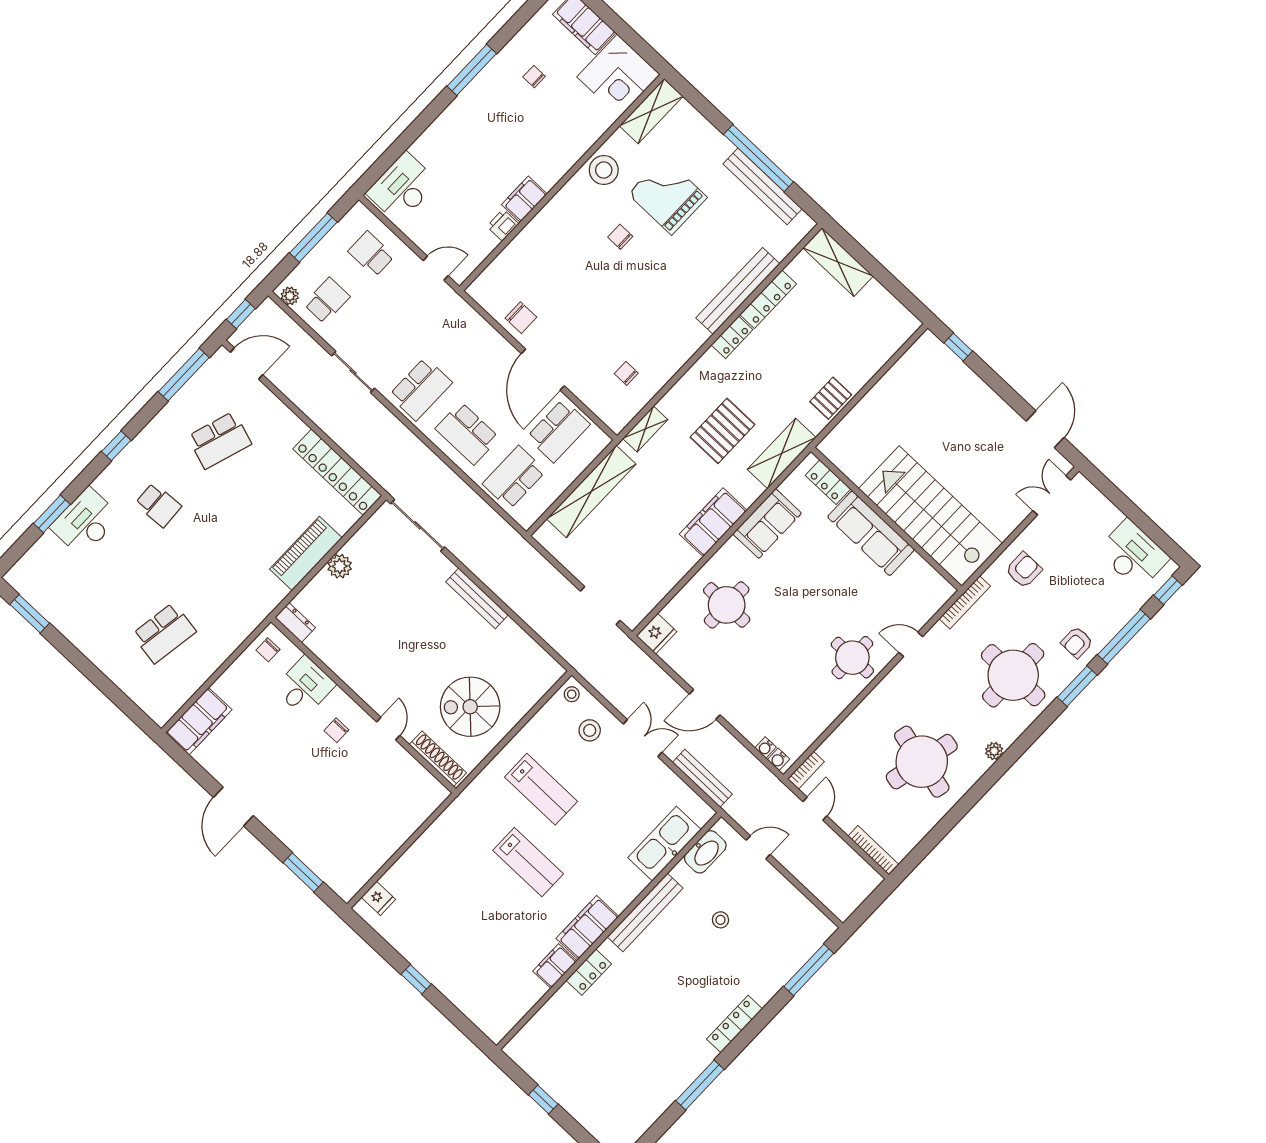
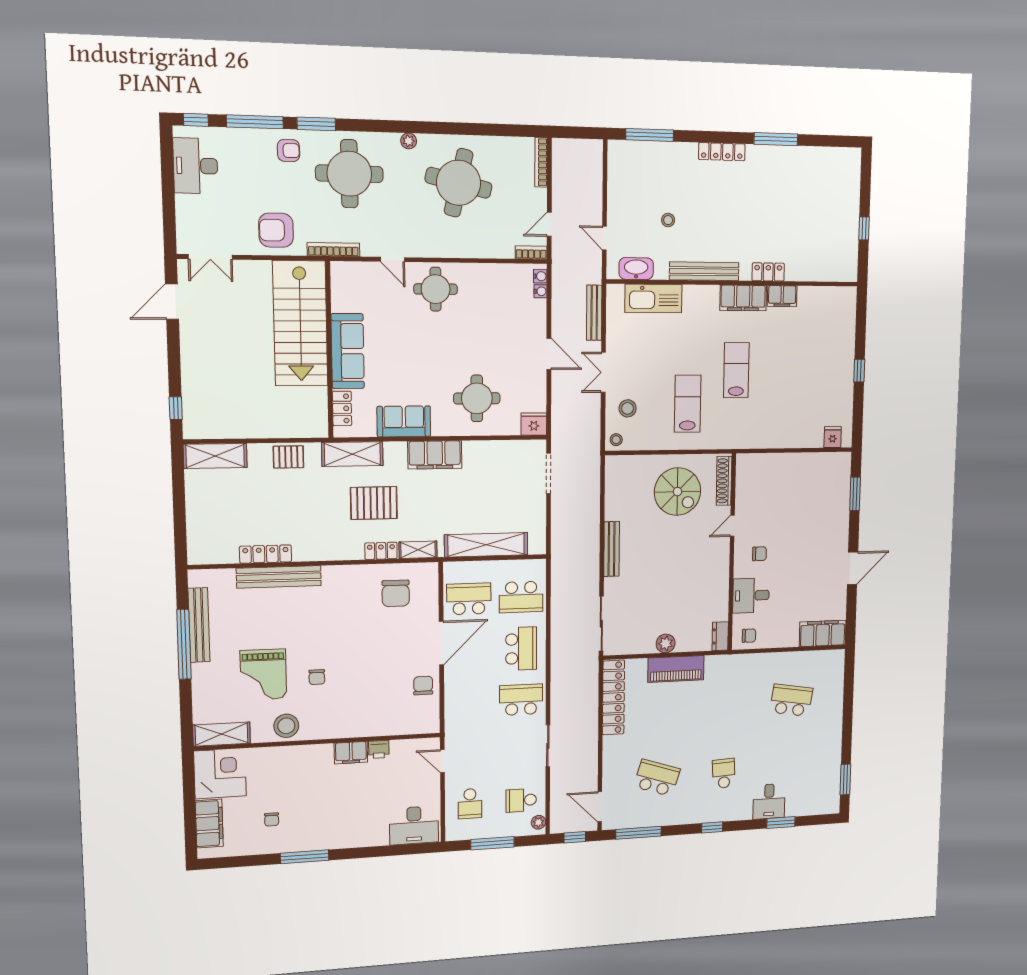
shelving: (838, 262) -> (215, 456), moved, turned 90
locker: (732, 337) -> (381, 551), moved
chair: (626, 373) -> (396, 593), width x1.87, depth x1.87
desk: (85, 522) -> (769, 801), width x0.73
armchair: (1024, 570) -> (276, 230), width x1.38, depth x1.38

